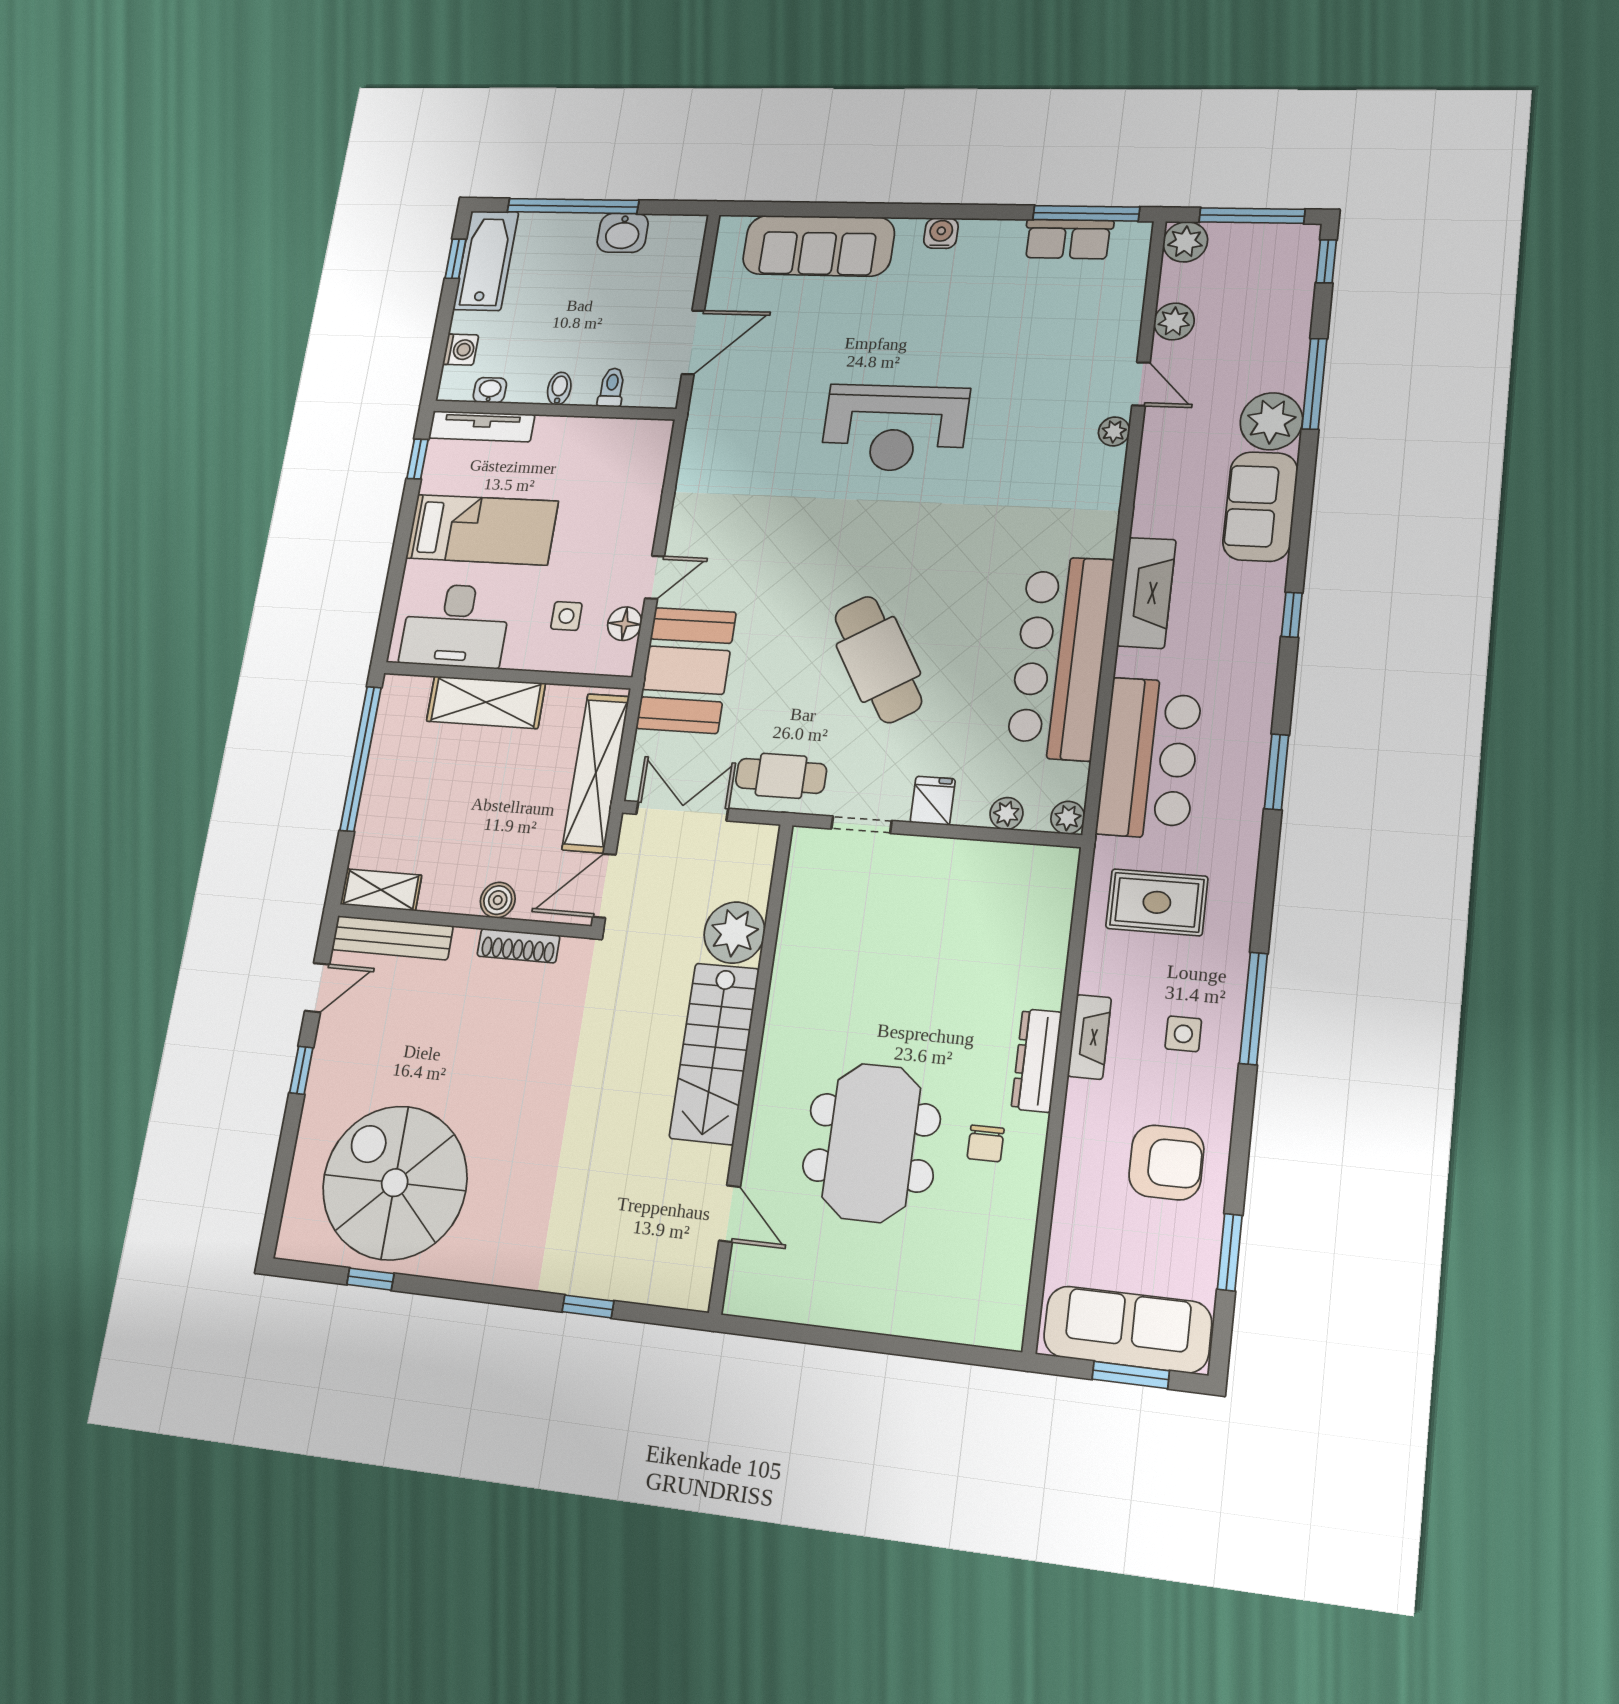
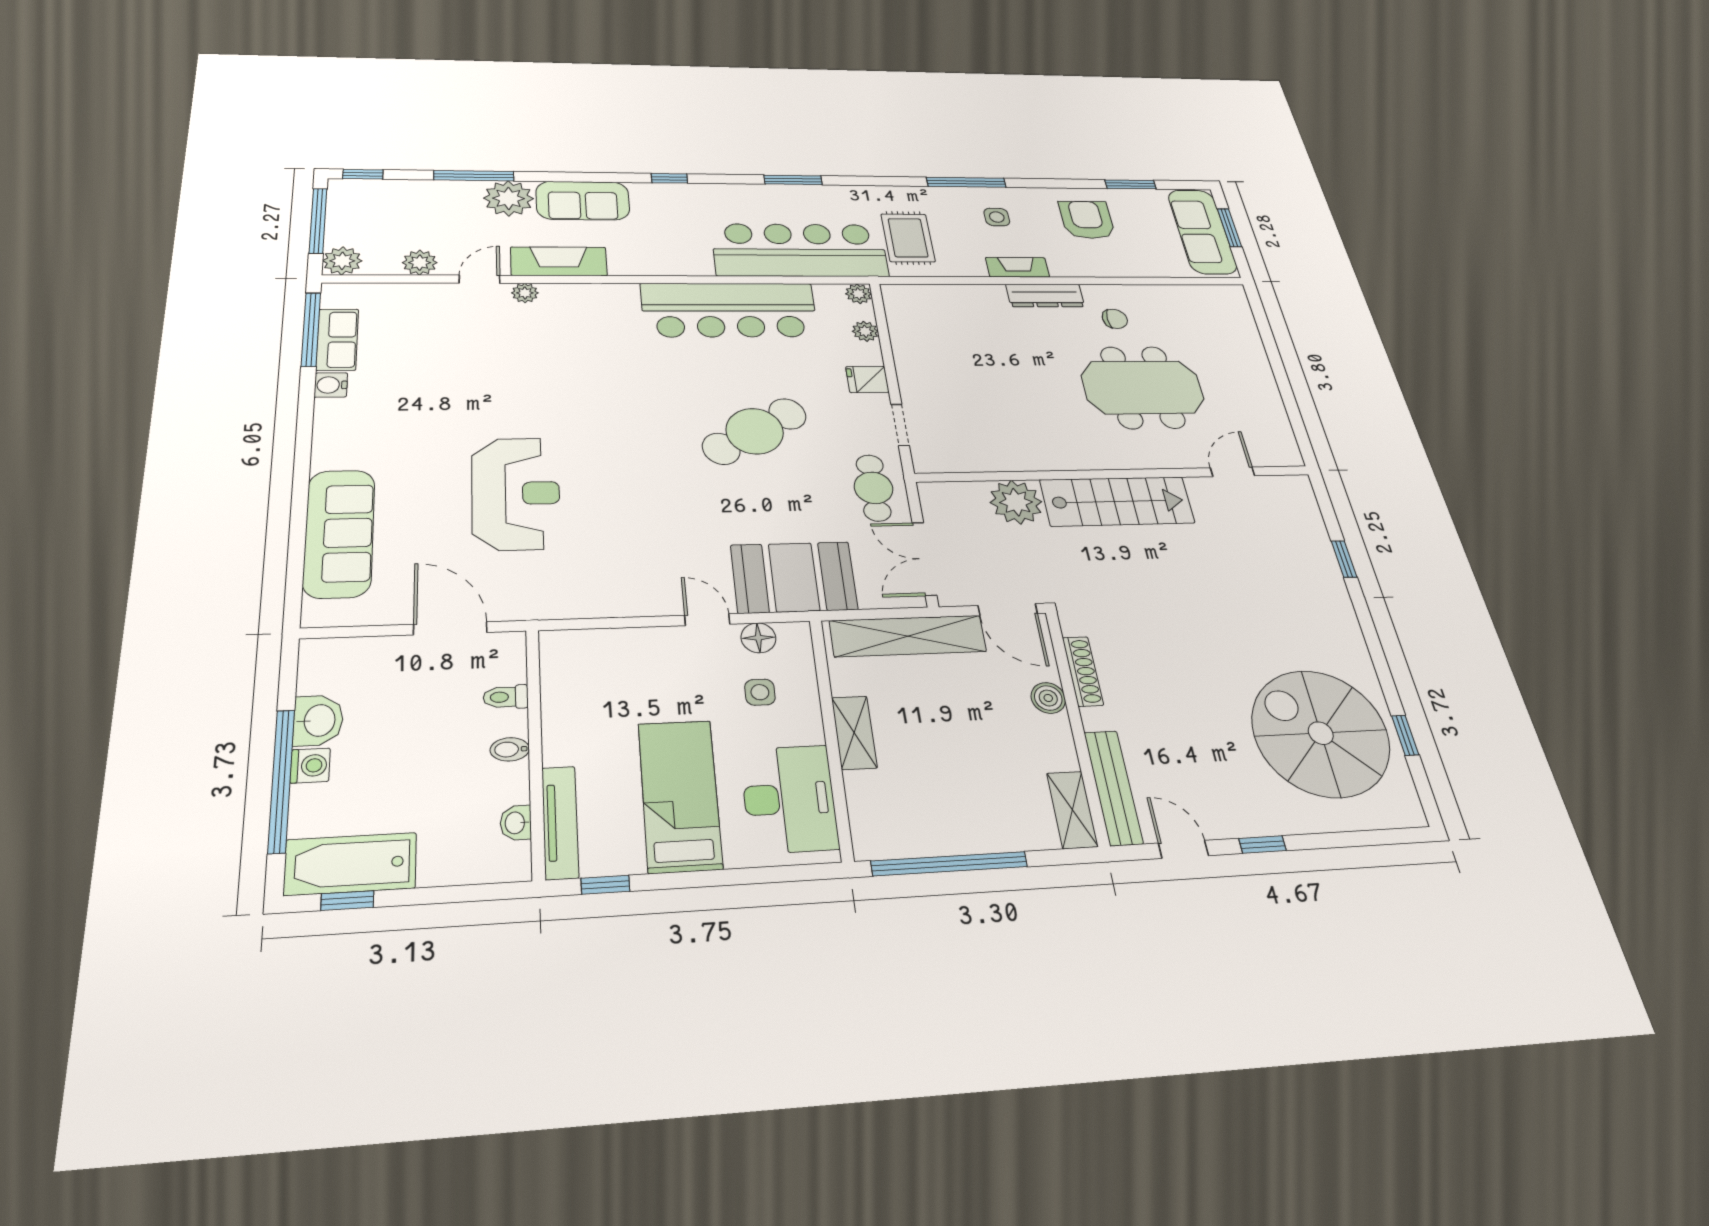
water cooler: (941, 233) -> (331, 385), moved
washing machine: (461, 350) -> (310, 766), moved, turned 90
reception desk: (895, 428) -> (516, 493), moved
fireplace: (1147, 593) -> (559, 261), moved
shelving: (486, 702) -> (854, 733), width x0.67, depth x0.75
bar counter: (1149, 758) -> (800, 250), width x1.36
spiral stairs: (395, 1183) -> (1321, 733), turned 90

